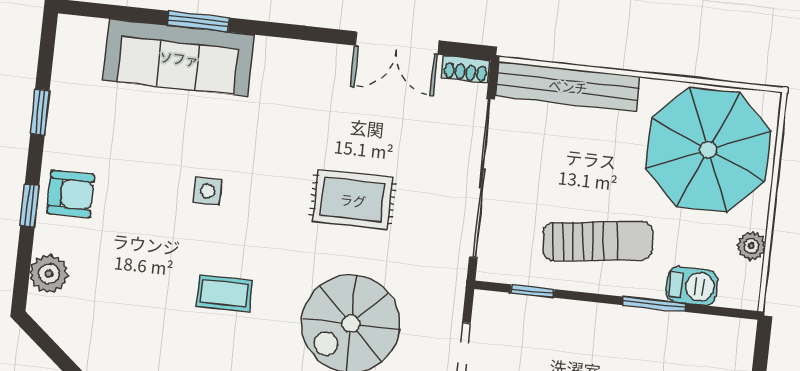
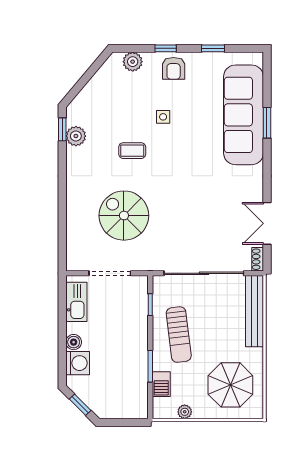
sofa: (179, 58) -> (244, 115), width x1.36, depth x1.27
parasol: (708, 150) -> (230, 385), width x0.73, depth x0.73
side table: (208, 191) -> (163, 117), moved
rug: (353, 200) -> (186, 210), removed
coffee table: (224, 293) -> (132, 151), turned 90

